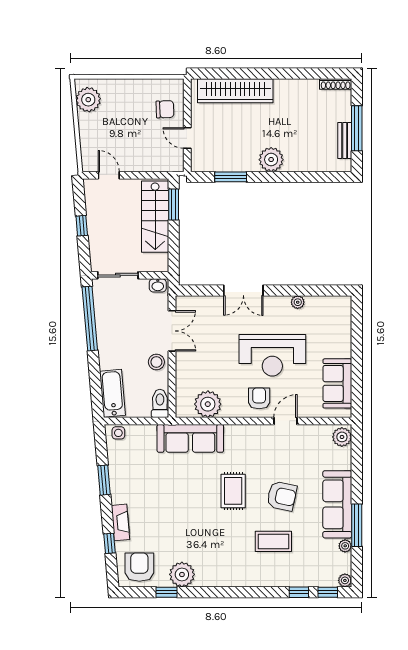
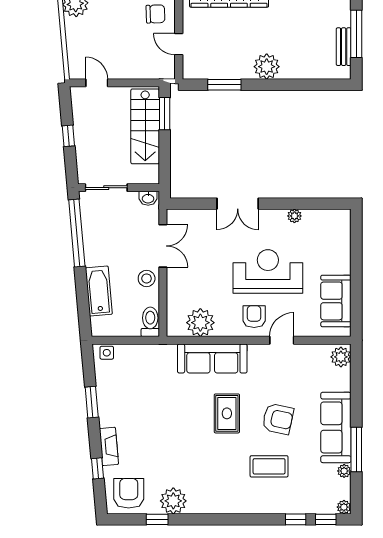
reception desk: (272, 355) -> (268, 271), turned 180
bathtub: (112, 393) -> (99, 291), moved
sofa: (190, 438) -> (212, 358), moved

